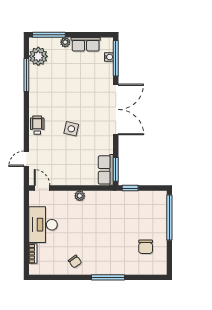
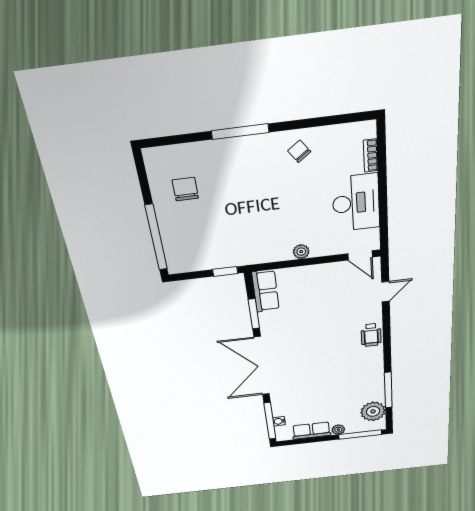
side table: (71, 129) -> (322, 336), removed
window: (116, 169) -> (254, 314), moved

